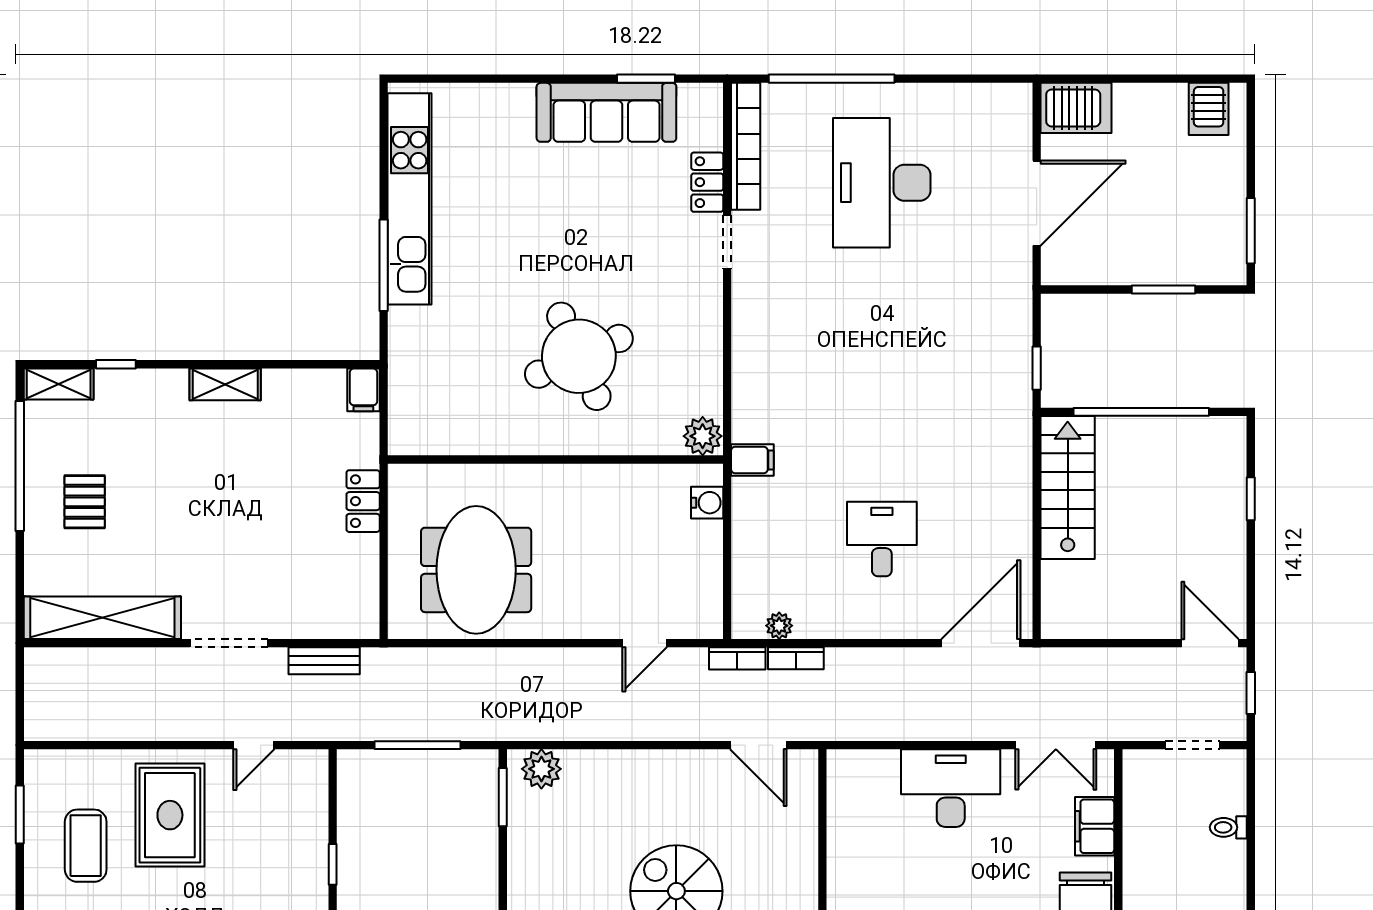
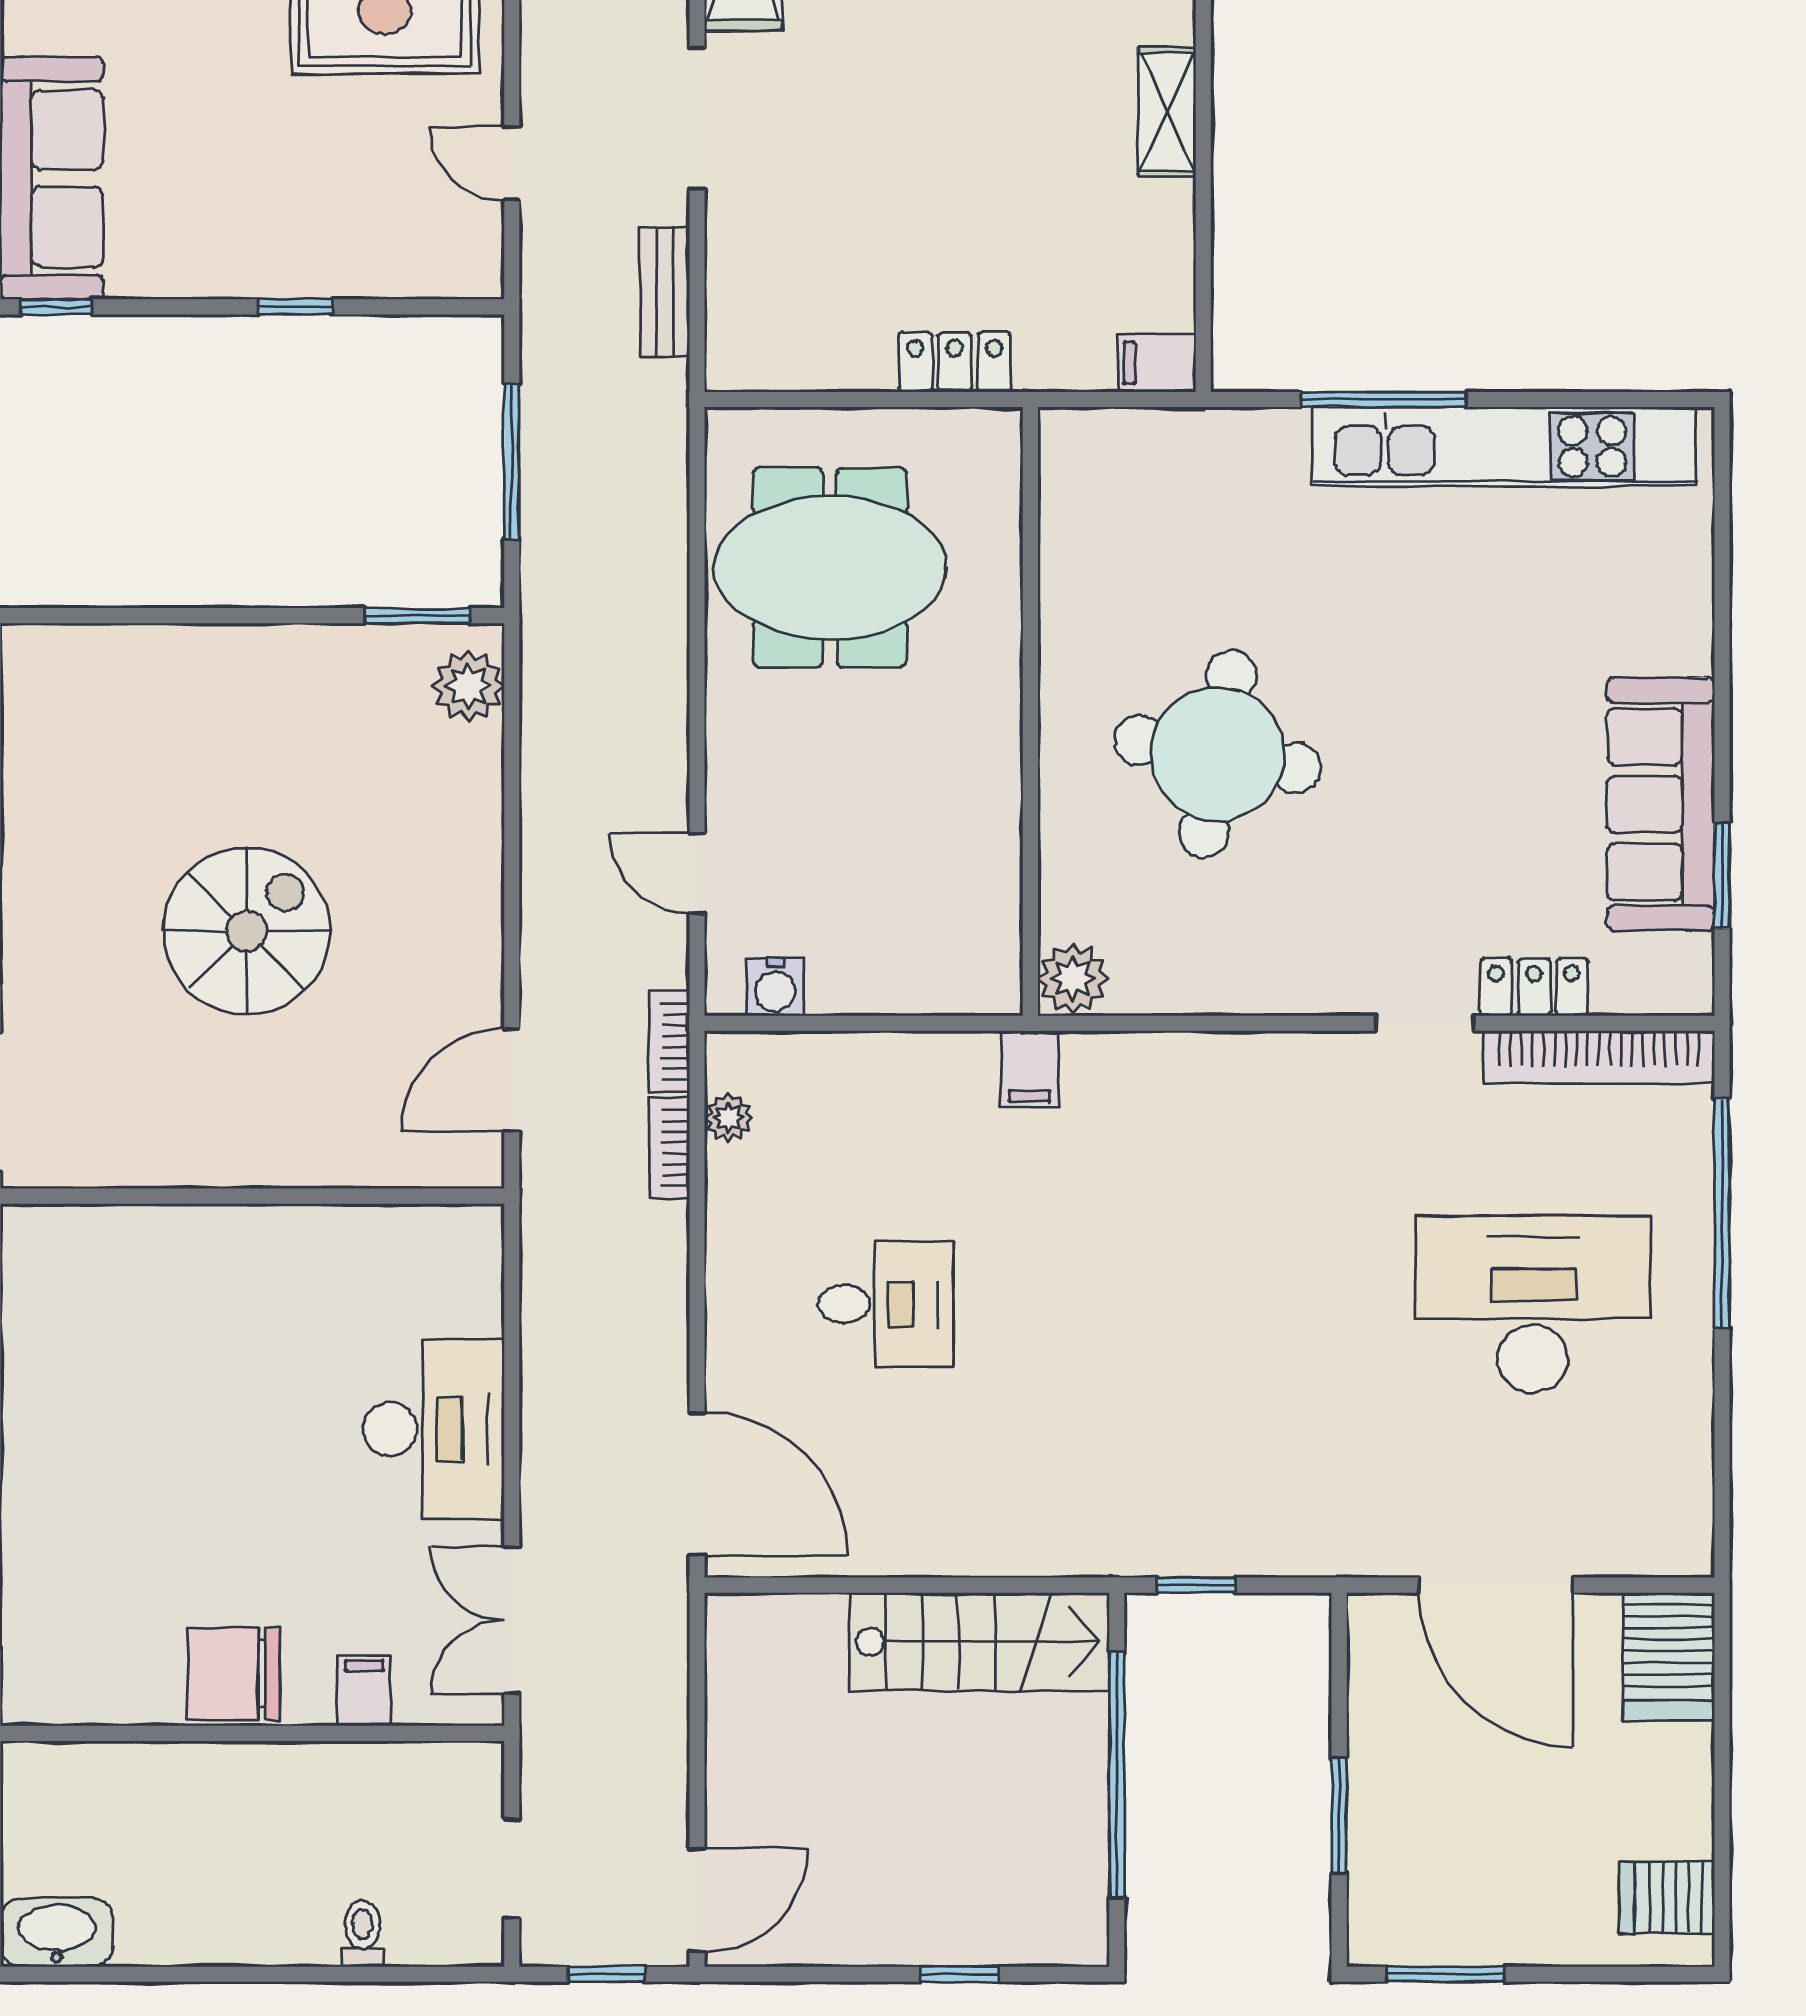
round table: (579, 356) -> (1218, 754), turned 34
water cooler: (707, 503) -> (775, 987), moved
filing cabinet: (1095, 826) -> (364, 1690), width x0.50

